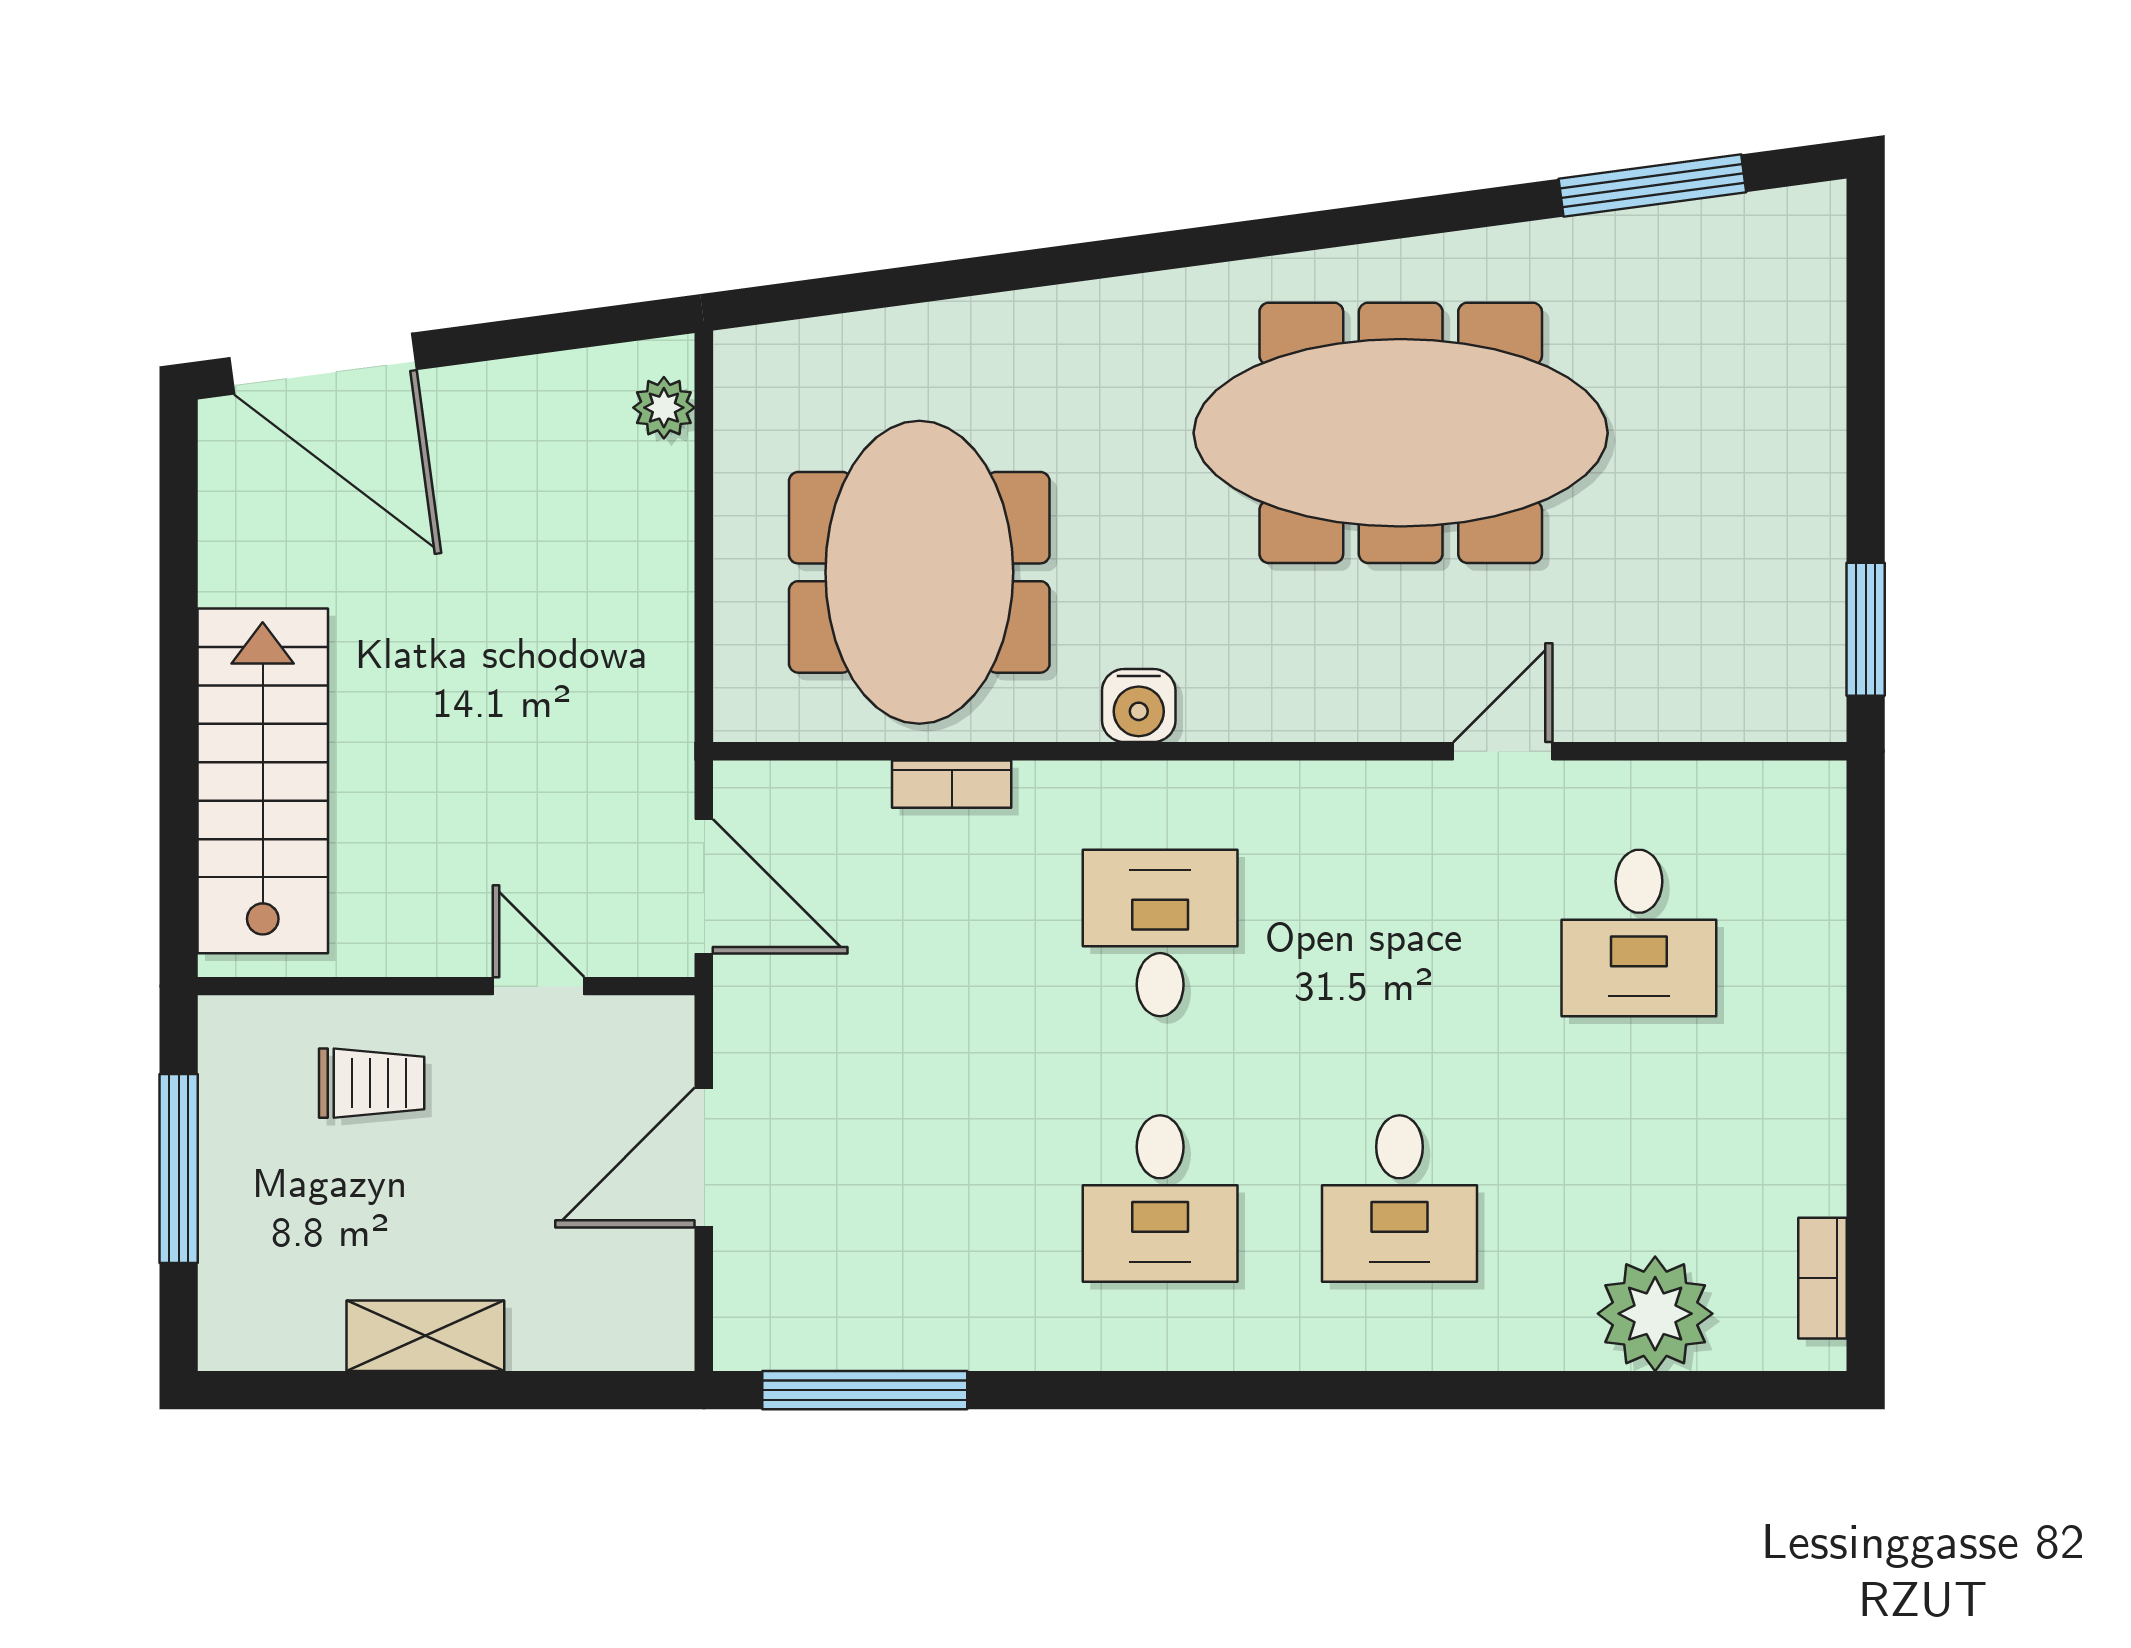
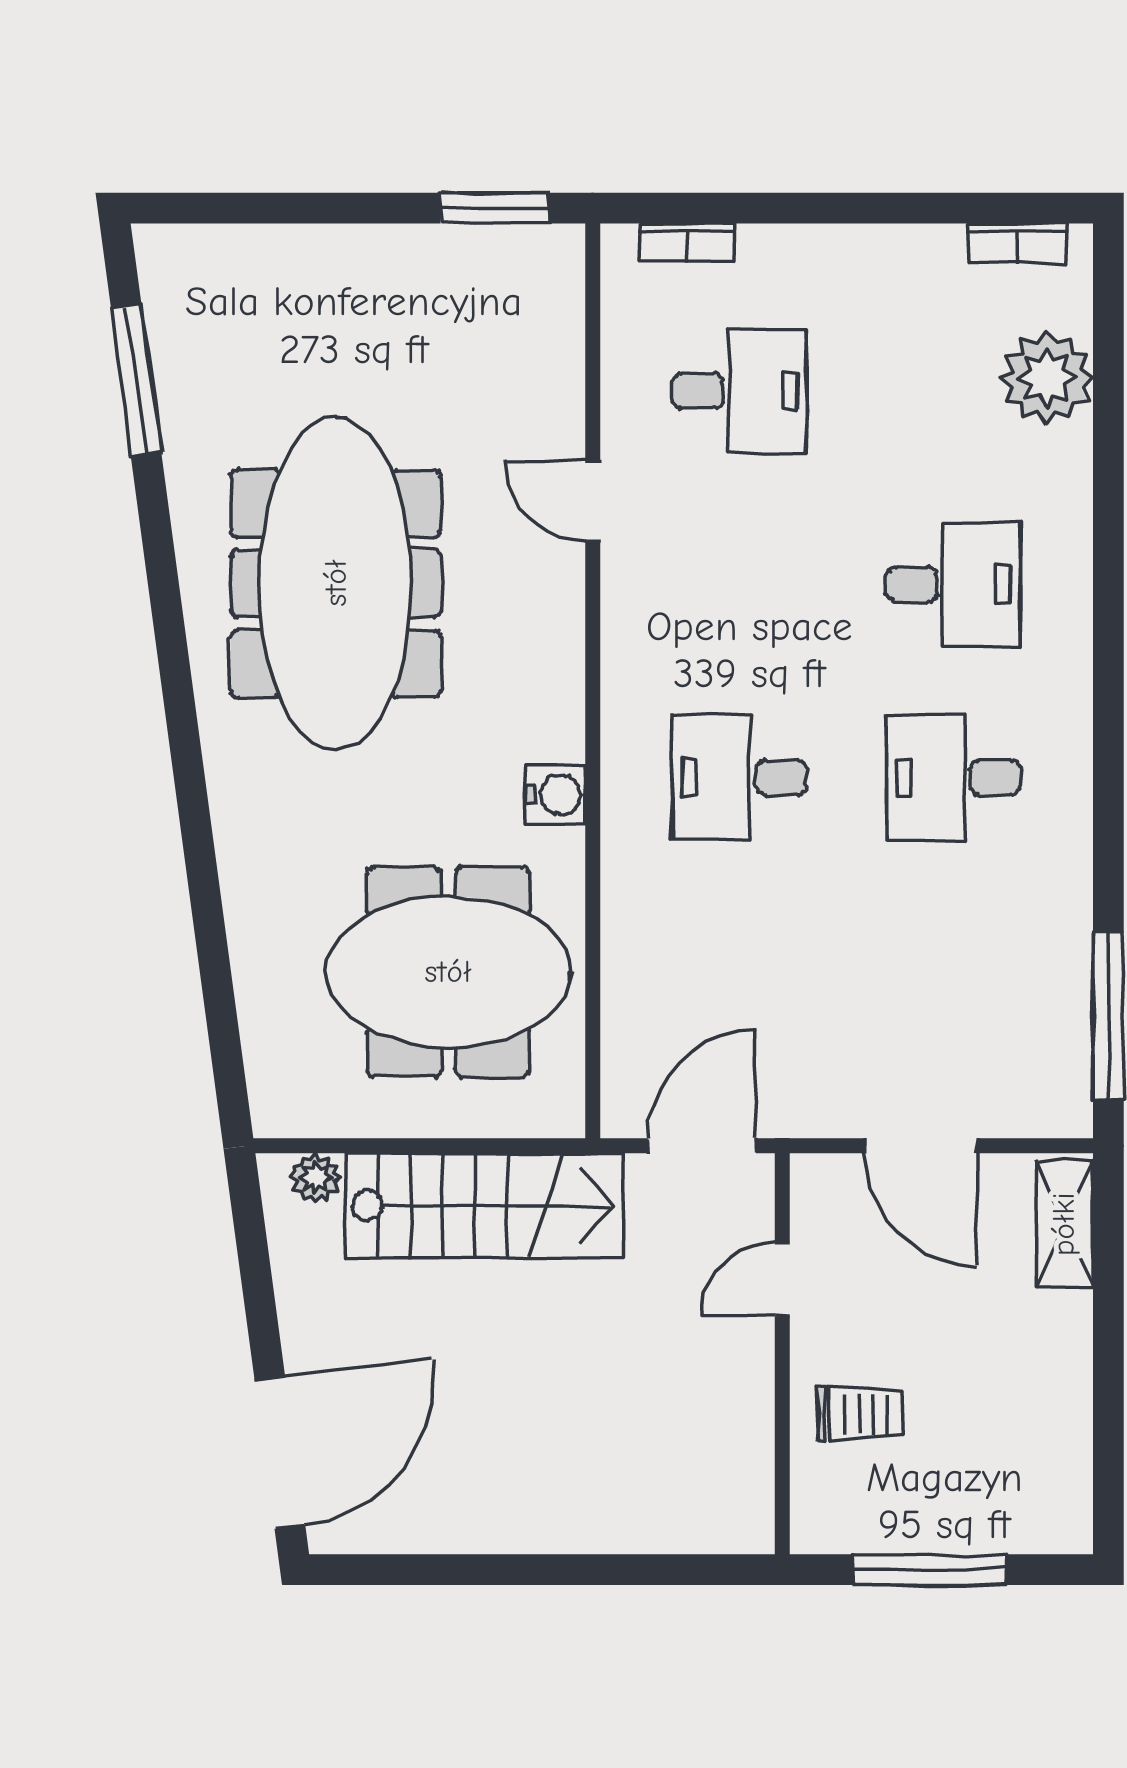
stairs: (263, 781) -> (484, 1206), moved, turned 180
bookcase: (952, 784) -> (687, 243), moved, turned 90
trolley: (372, 1083) -> (861, 1414), turned 90
desk: (1160, 1198) -> (954, 778), turned 180
shelving: (425, 1336) -> (1064, 1224), moved

